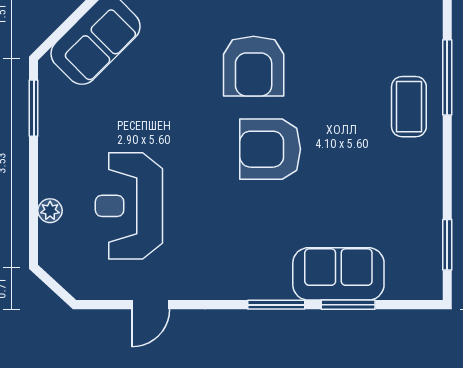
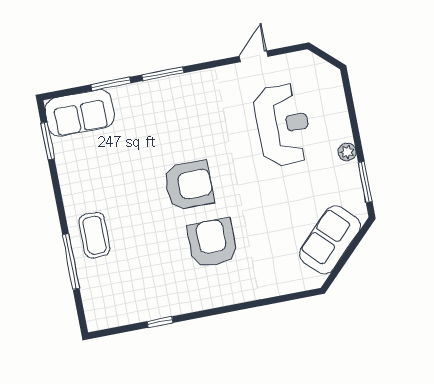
plant: (50, 211) -> (347, 152), moved
sofa: (338, 274) -> (80, 113), moved

